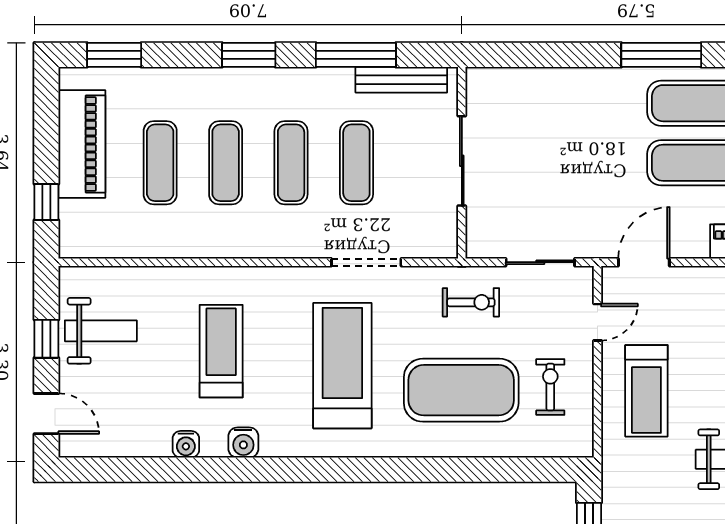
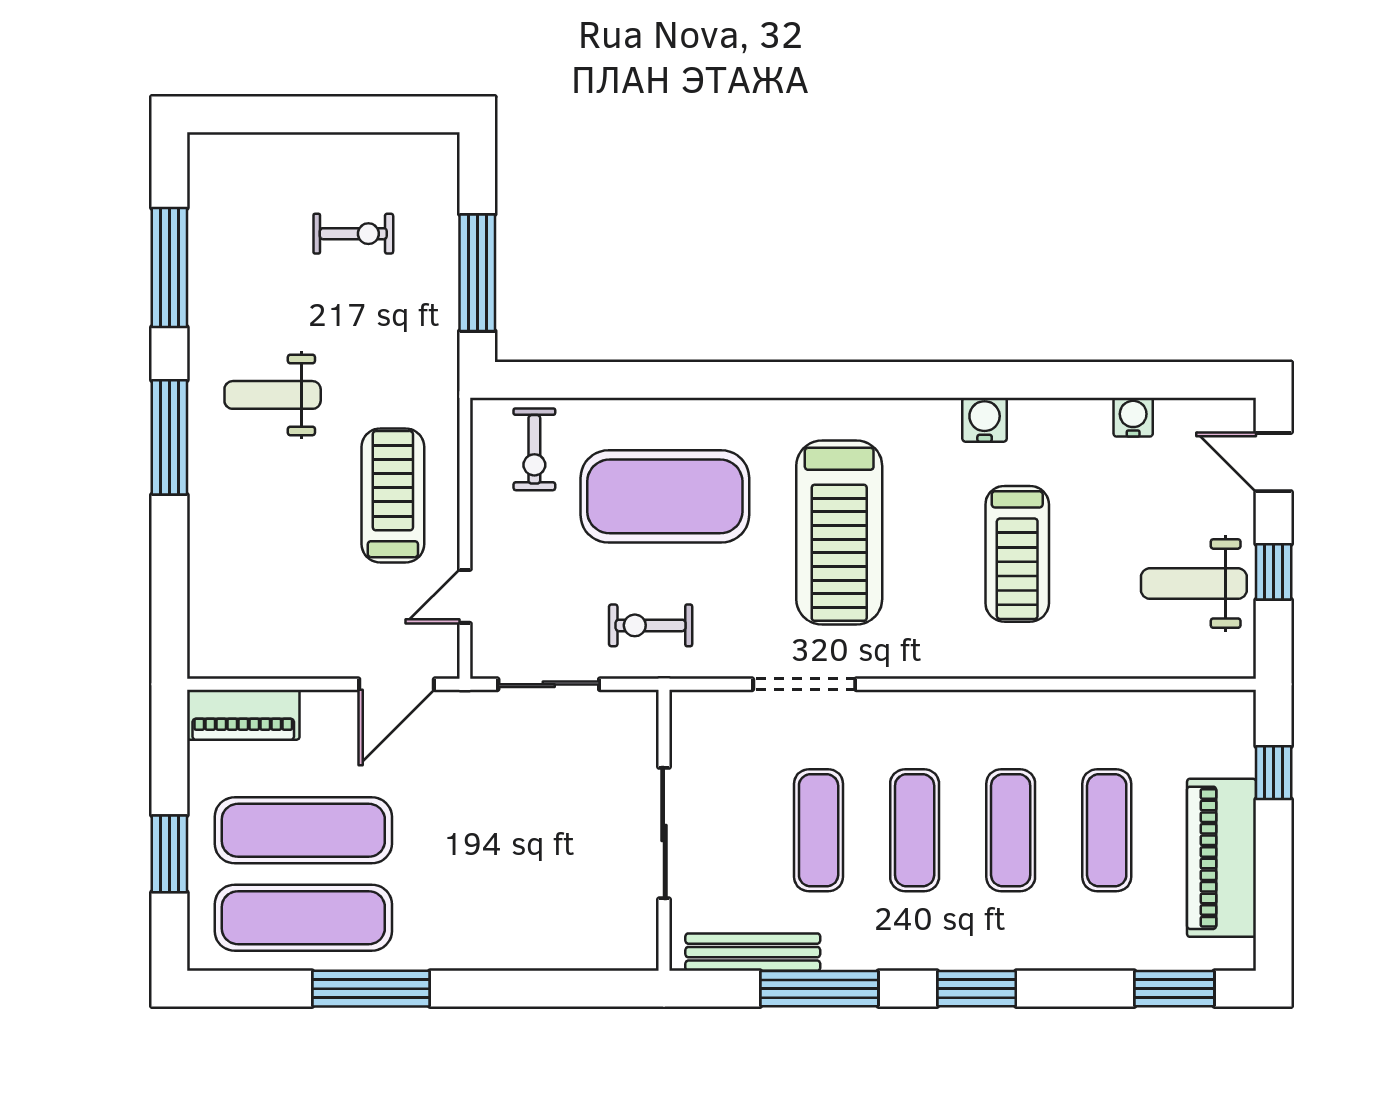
exercise bike: (550, 387) -> (534, 449), moved
water cooler: (186, 444) -> (1133, 417), moved

